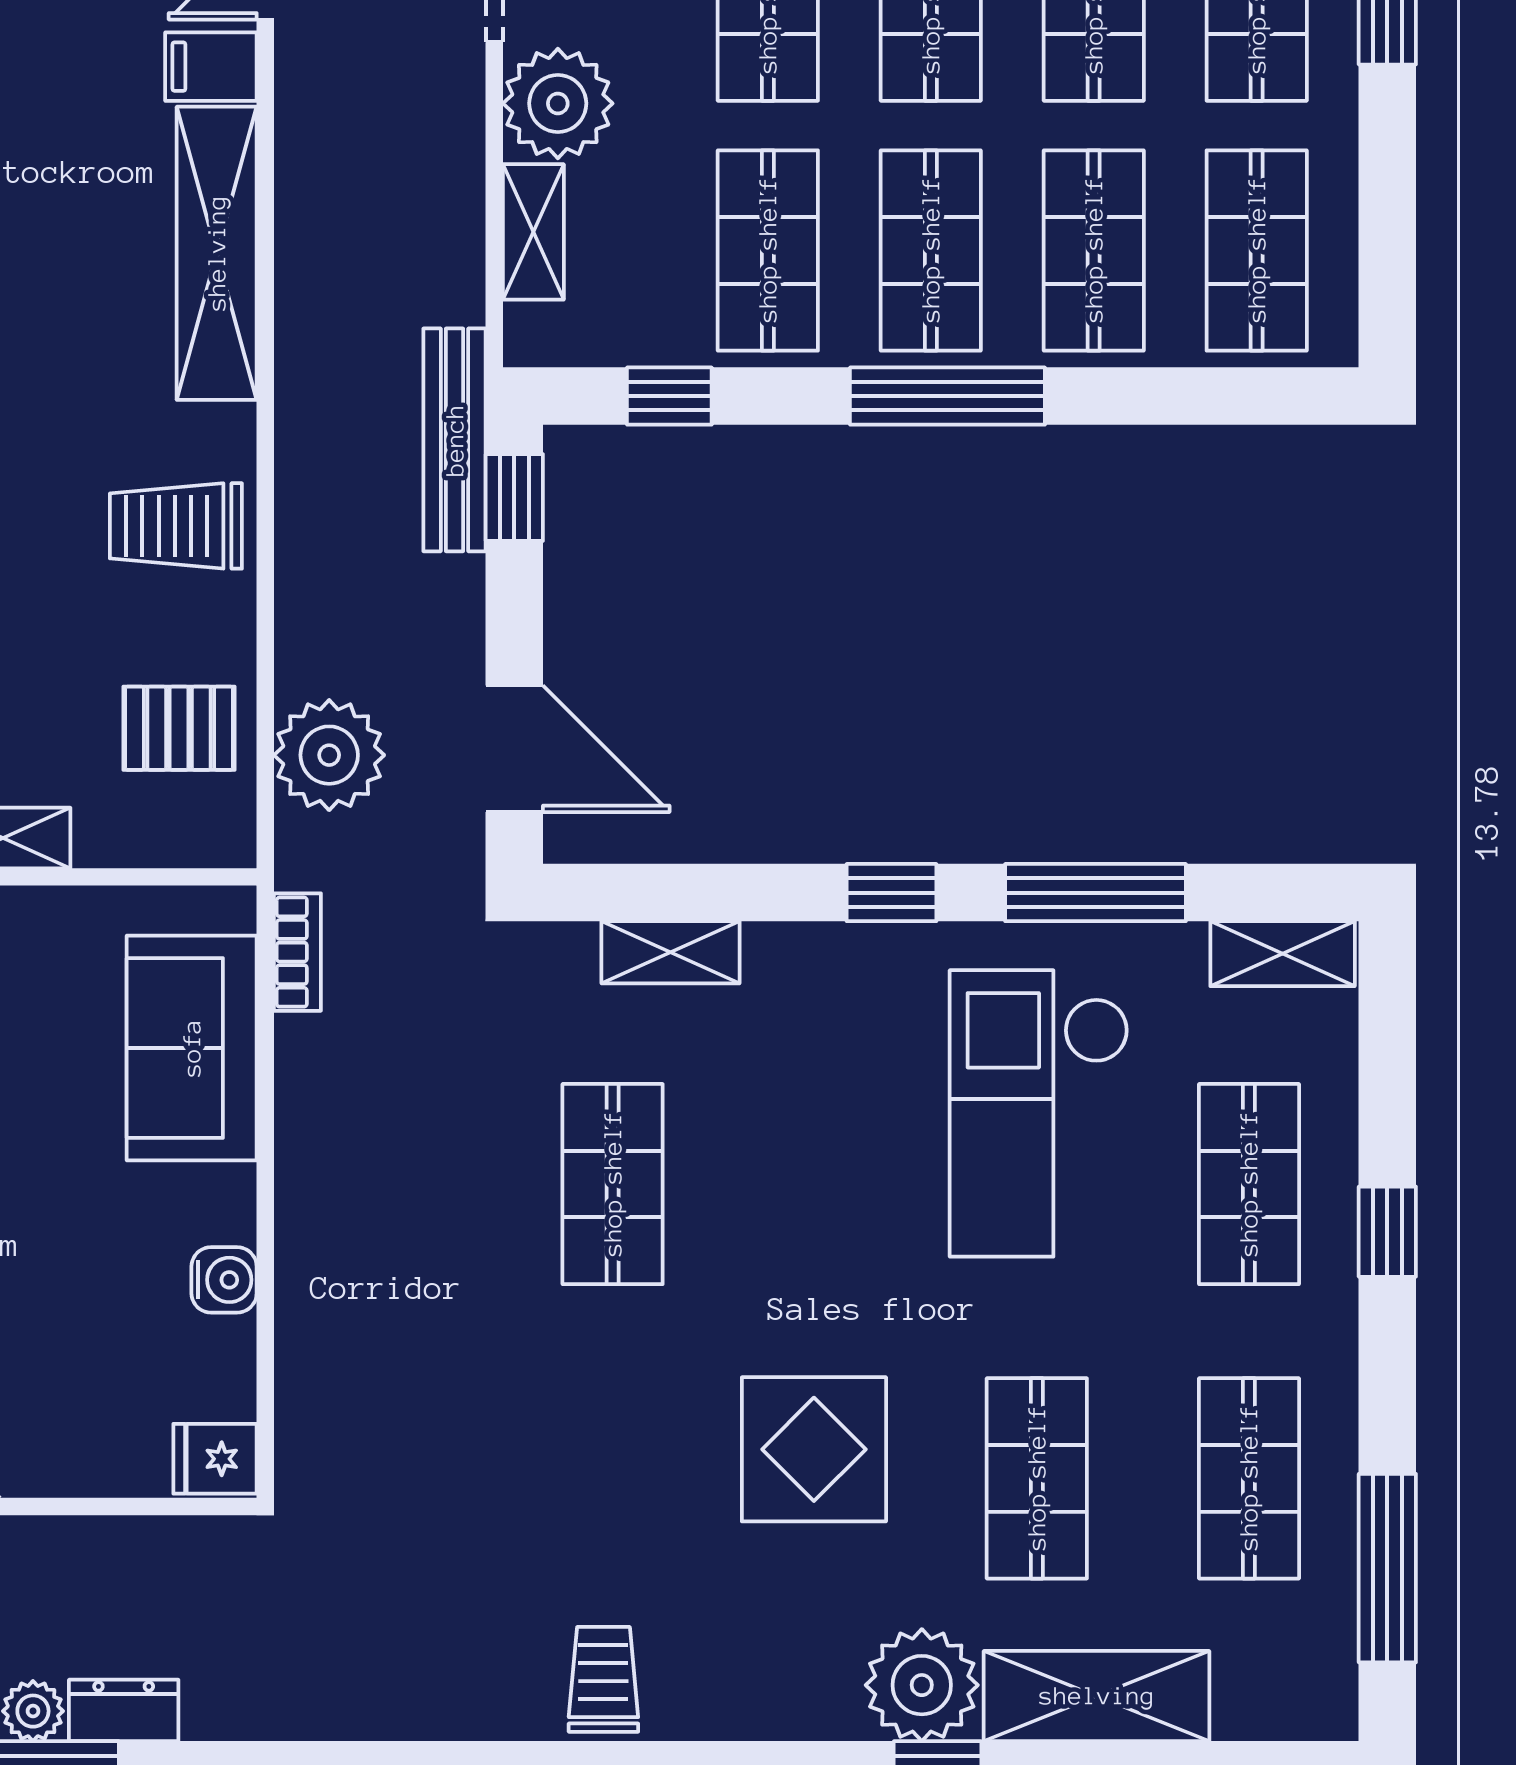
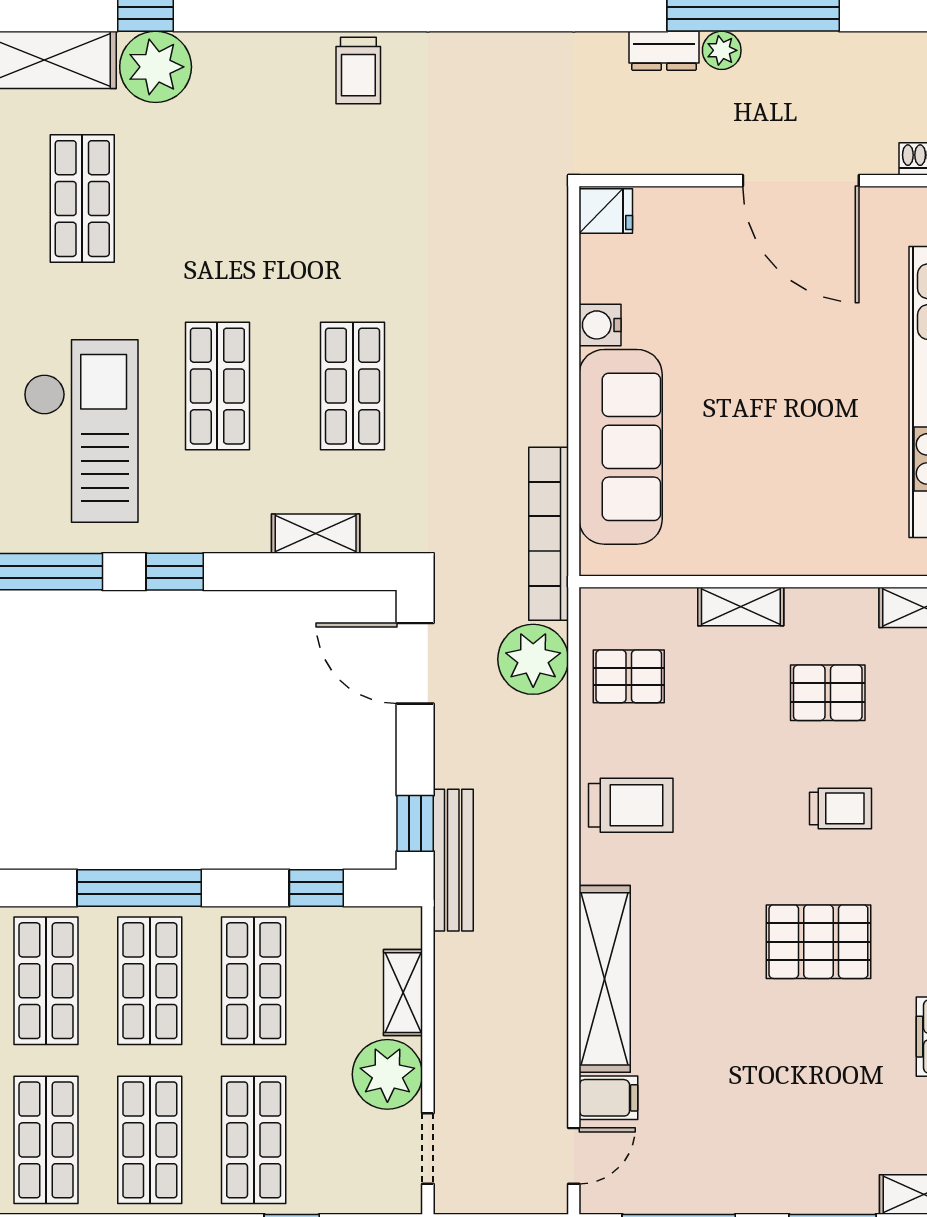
bookcase: (297, 952) -> (549, 534), width x2.31, depth x1.31
sofa: (192, 1048) -> (621, 447), width x1.36
shop shelf: (825, 1184) -> (217, 386), added
display table: (814, 1449) -> (224, 217), removed

